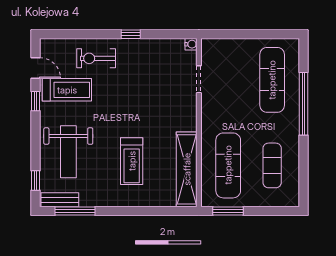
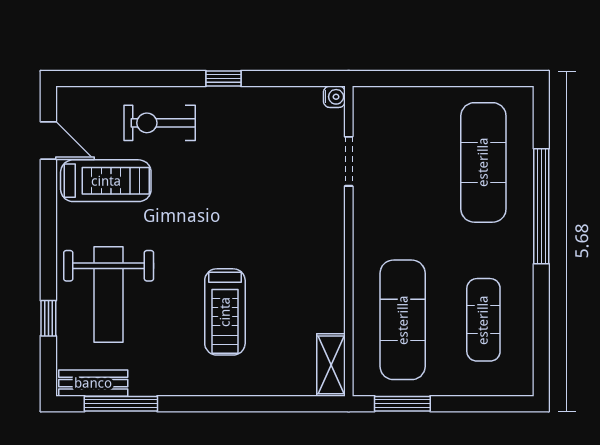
window: (36, 101) -> (48, 202), removed
shelving: (187, 169) -> (331, 365), width x0.45, depth x0.75
window: (36, 180) -> (48, 318), moved

